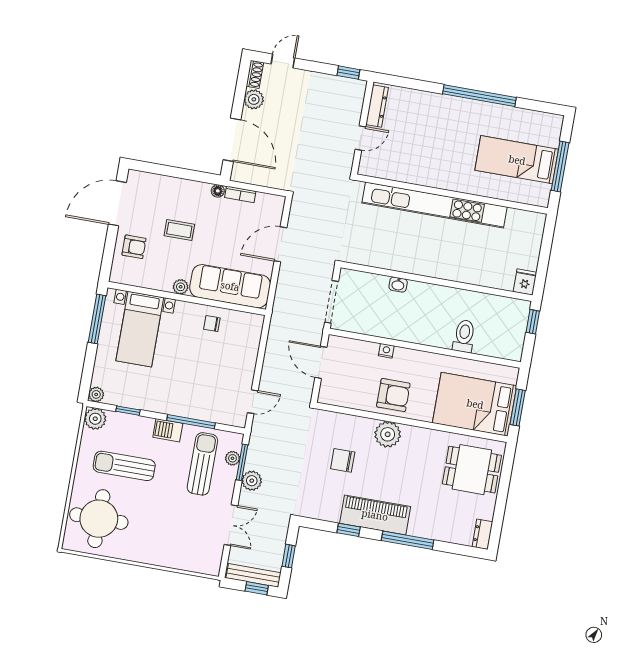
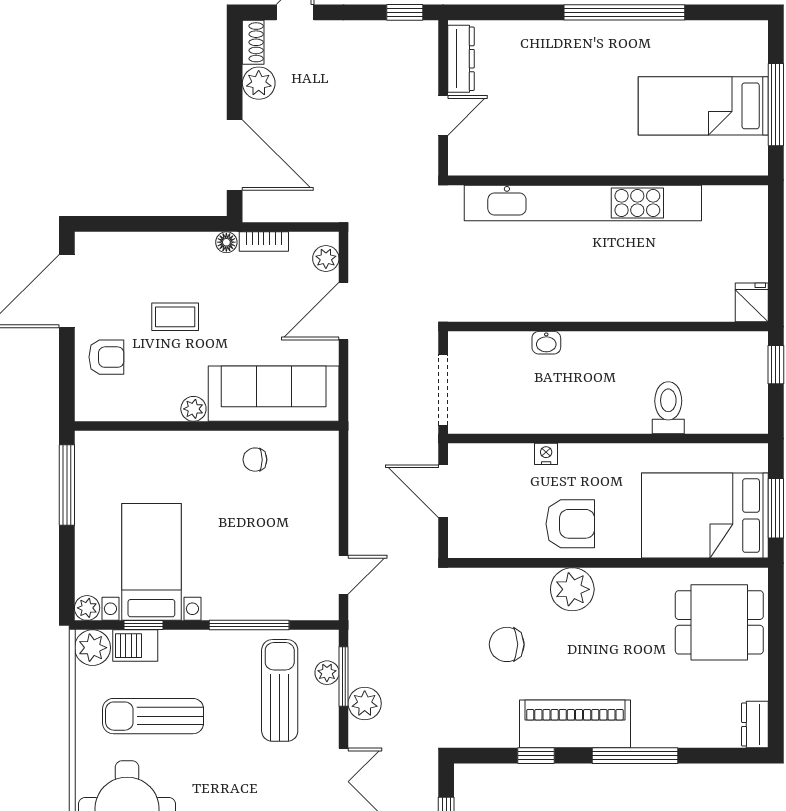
plant: (275, 211) -> (326, 259), added
bed with nightstands: (140, 329) -> (151, 562), moved, turned 180
barbecue: (168, 430) -> (135, 646), moved

